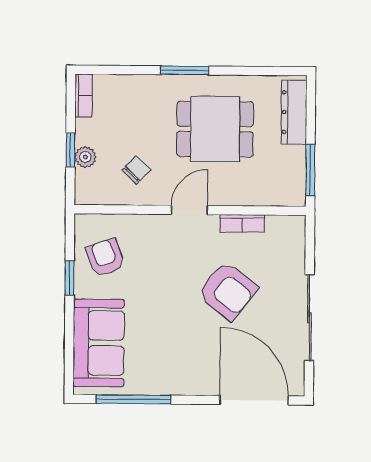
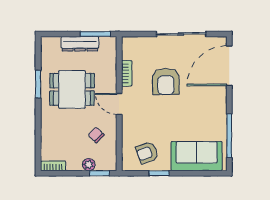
window: (185, 70) -> (38, 84), moved
dresser: (294, 112) -> (80, 44), moved
dining table: (215, 129) -> (72, 89), turned 90
window: (70, 150) -> (100, 173), moved
armchair: (228, 291) -> (166, 81), turned 140

